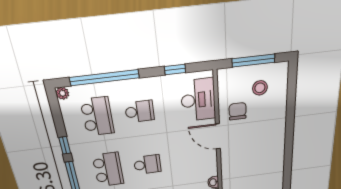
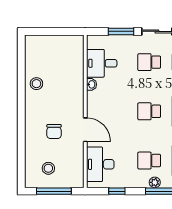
plant: (129, 86) -> (155, 182), added
chair: (238, 111) -> (54, 132), moved
stool: (271, 175) -> (36, 84), added

